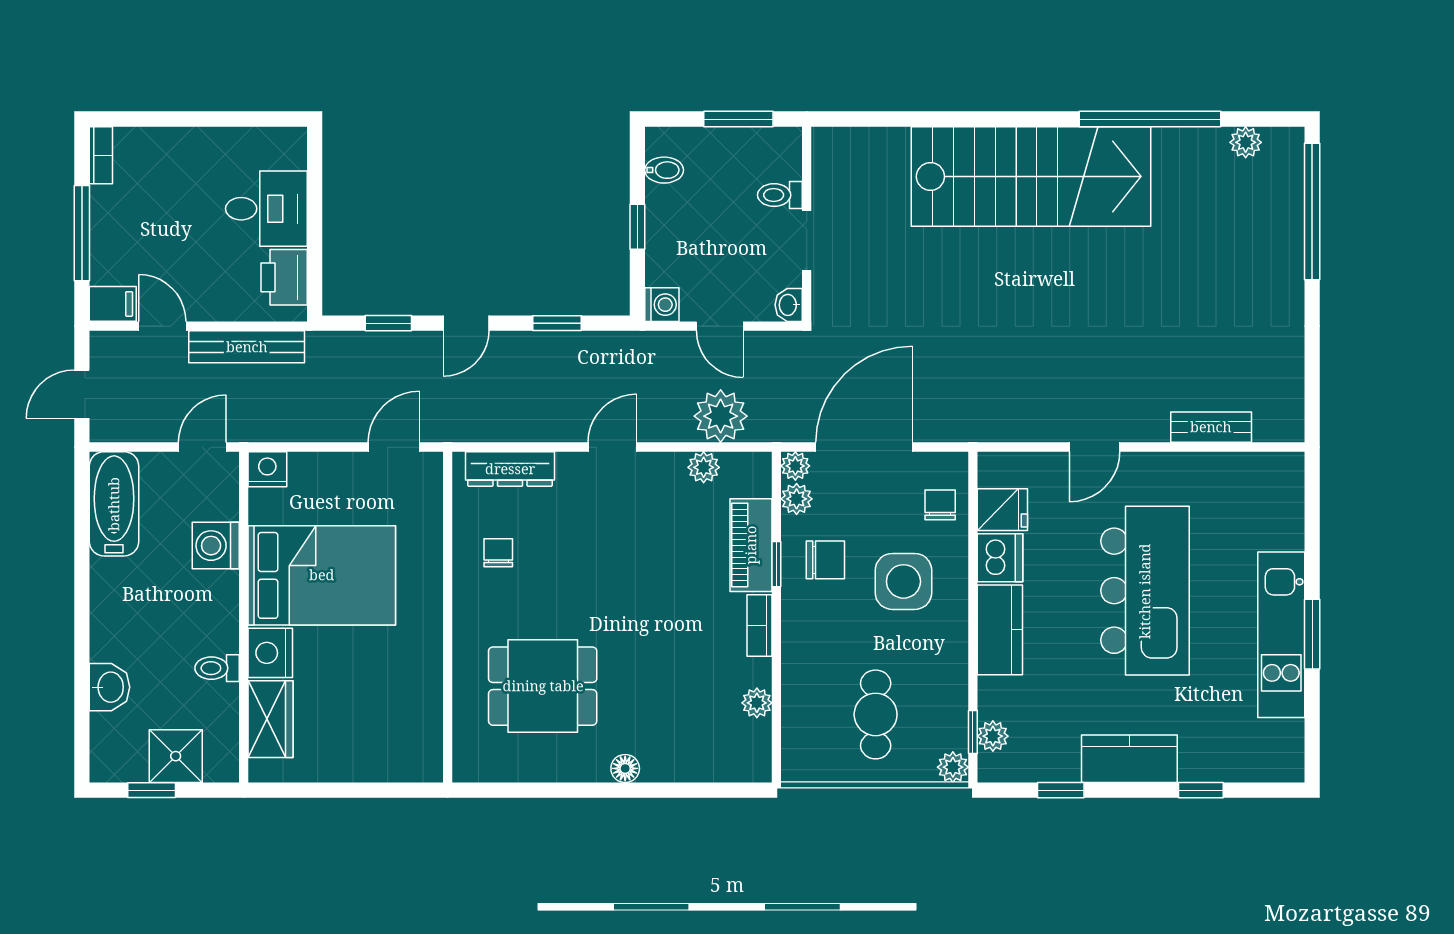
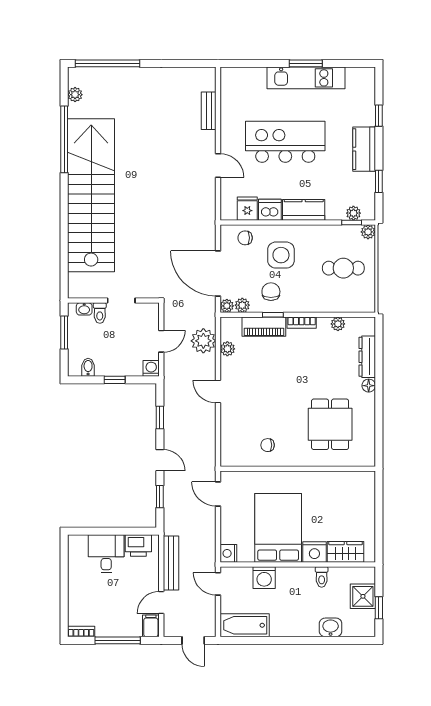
stairs: (1031, 176) -> (91, 195), width x1.36
washbasin: (789, 305) -> (84, 309), moved
dresser: (510, 469) -> (367, 357), moved, turned 180

